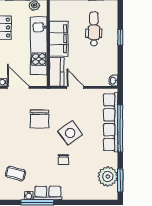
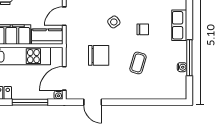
side table: (70, 133) -> (114, 22), width x0.54, depth x0.54
coffee table: (16, 174) -> (138, 63), moved
row of seats: (48, 193) -> (179, 25), moved

